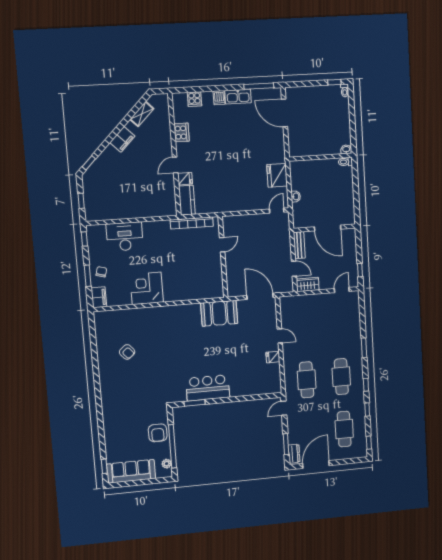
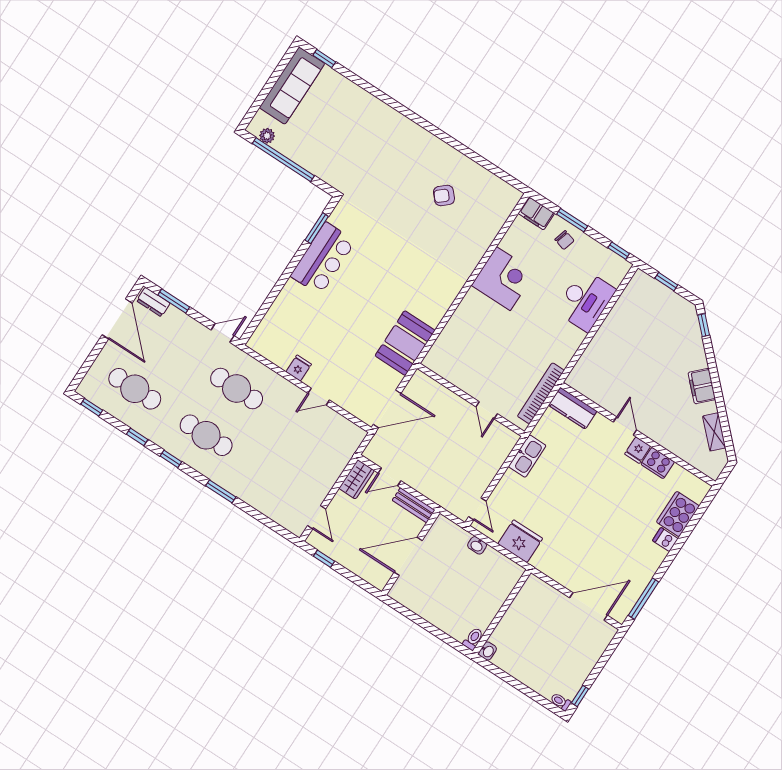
kitchen sink: (238, 97) -> (527, 456), moved, turned 180
cooker: (194, 99) -> (678, 514), width x1.87, depth x1.31
fridge: (185, 179) -> (638, 450), moved
door: (284, 408) -> (223, 333), hinge flipped
armchair: (158, 433) -> (315, 155), removed

